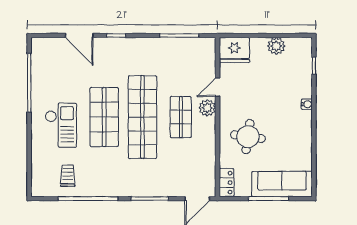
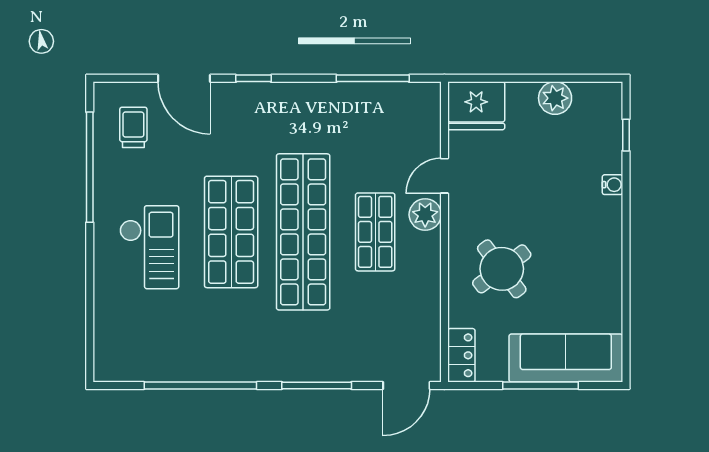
water cooler: (307, 104) -> (613, 185), moved
round table: (248, 137) -> (502, 269), turned 45
trolley: (68, 176) -> (133, 127), moved

